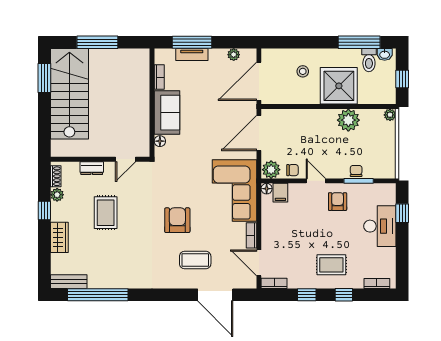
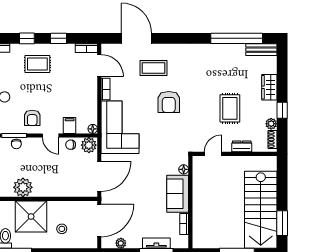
filing cabinet: (280, 193) -> (70, 125), moved

